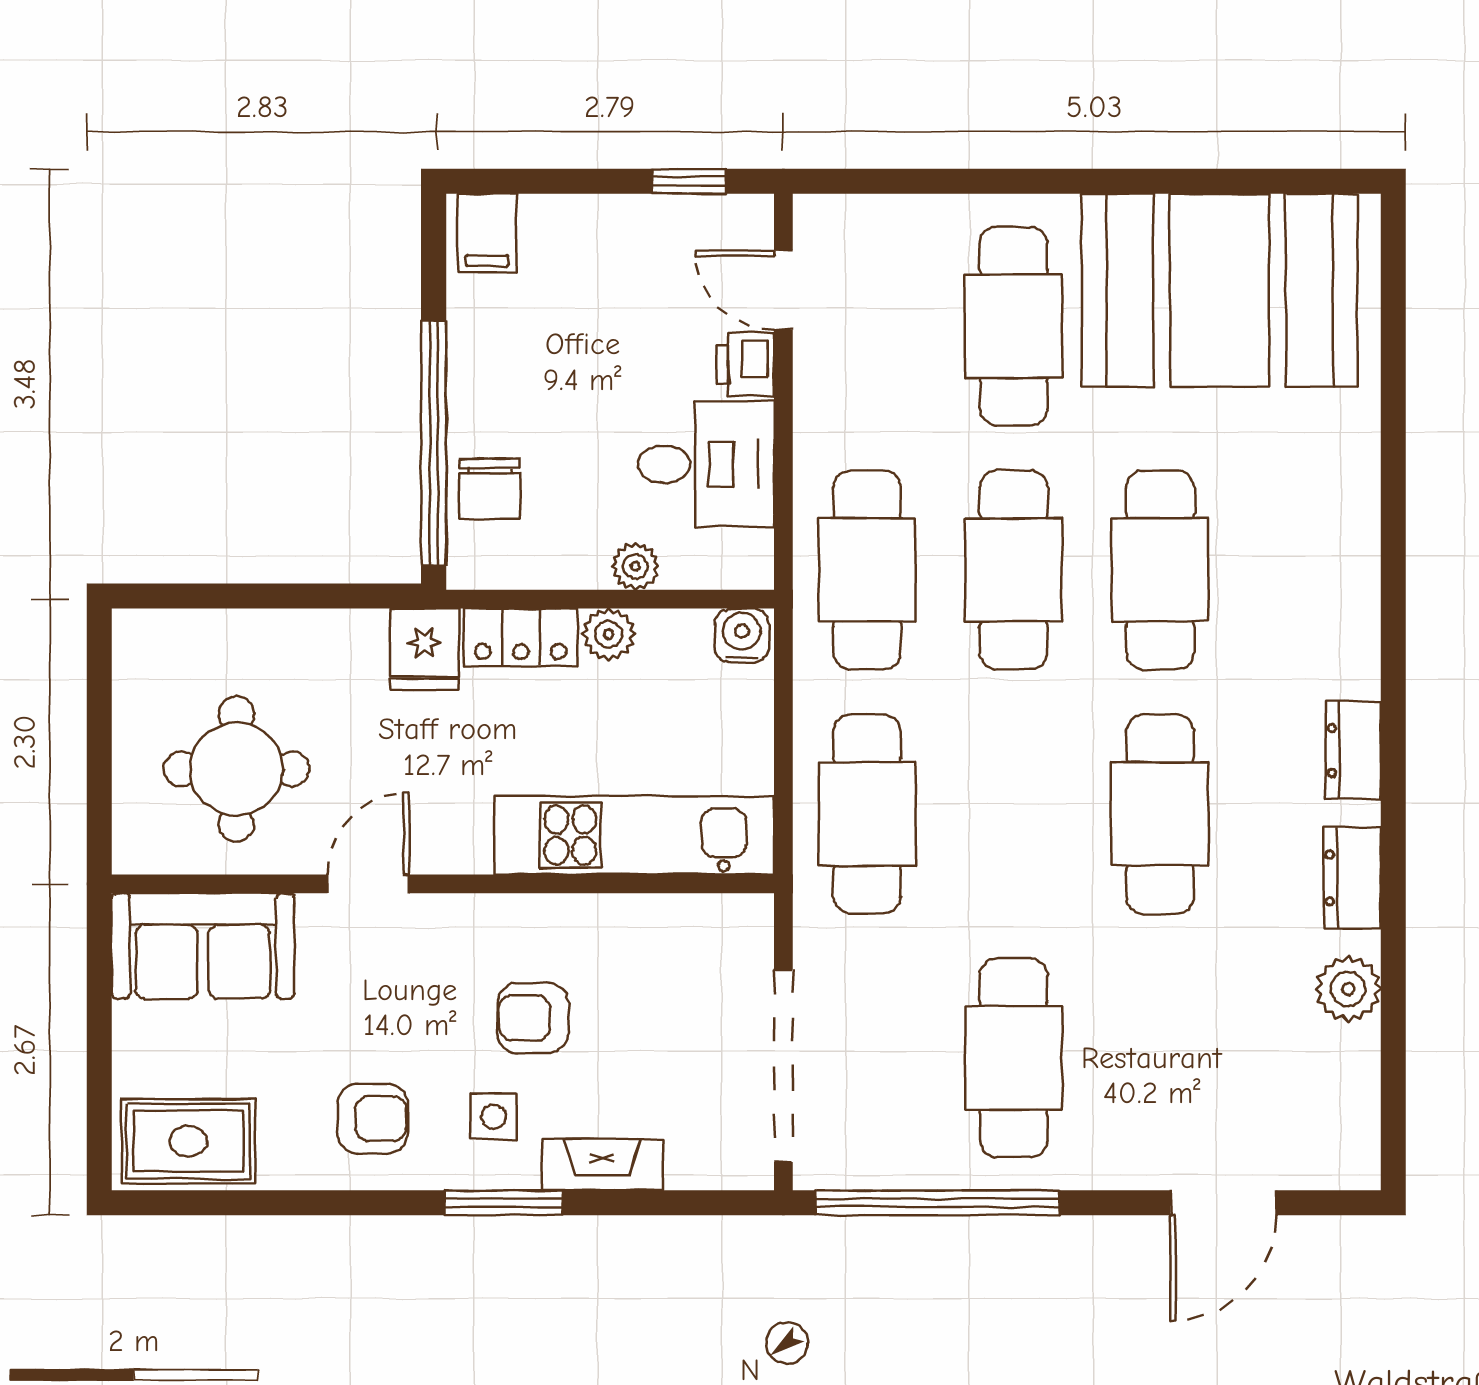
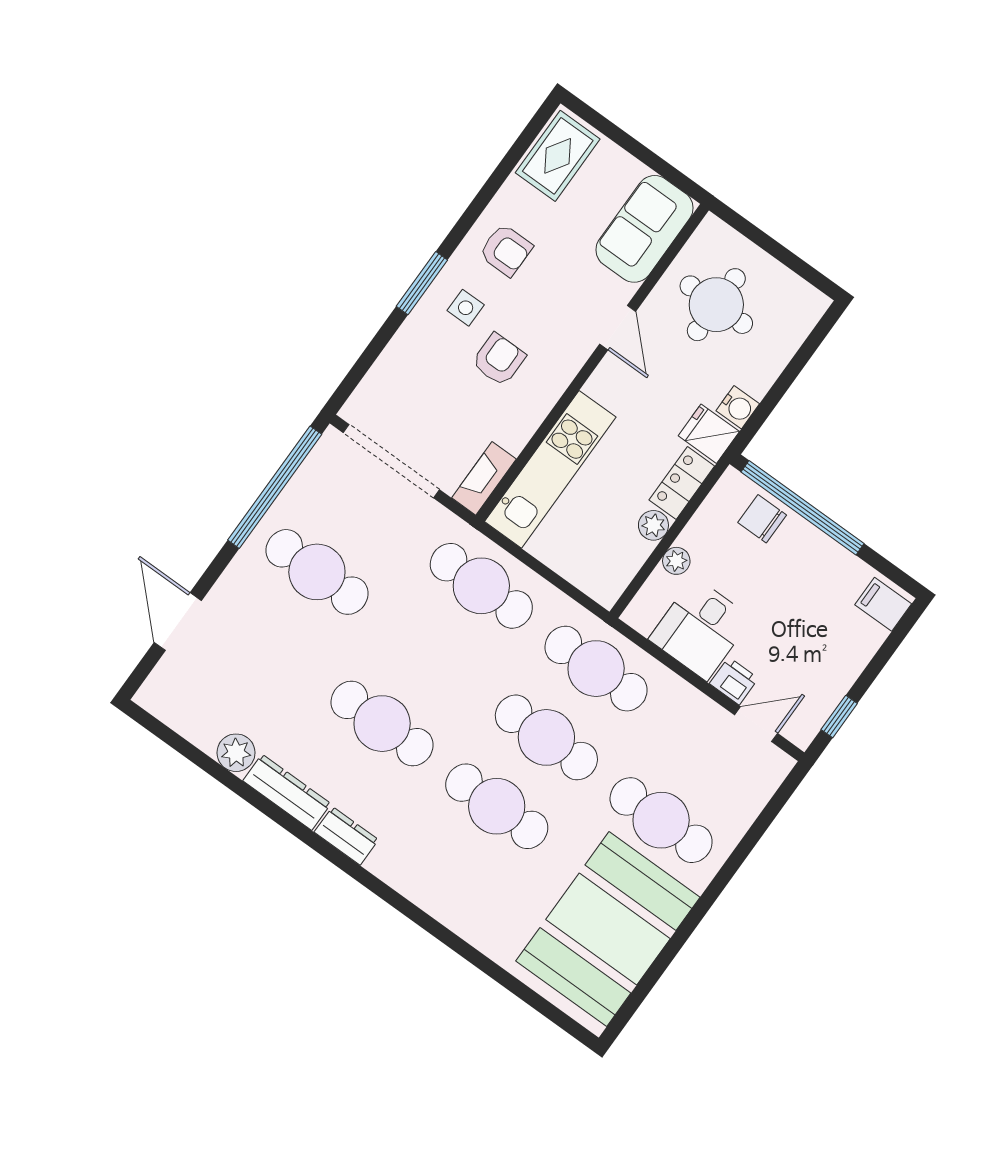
water cooler: (742, 636) -> (738, 407), moved
dresser: (1352, 878) -> (287, 792), width x1.44
armchair: (373, 1118) -> (506, 250), turned -90
fireplace: (602, 1165) -> (484, 478), moved, turned 180

